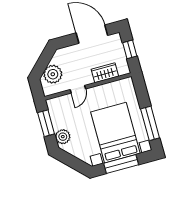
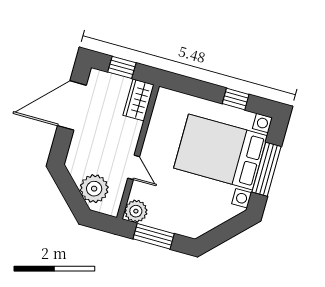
wardrobe: (105, 73) -> (139, 100), moved
window: (150, 123) -> (236, 99), width x0.46
plant: (63, 137) -> (136, 211), moved

